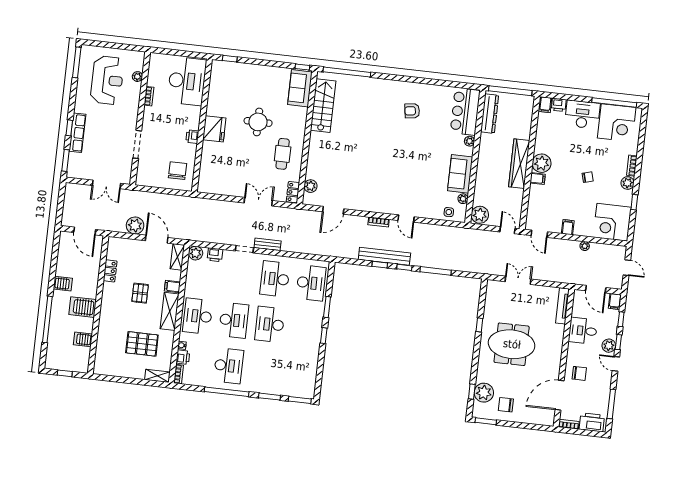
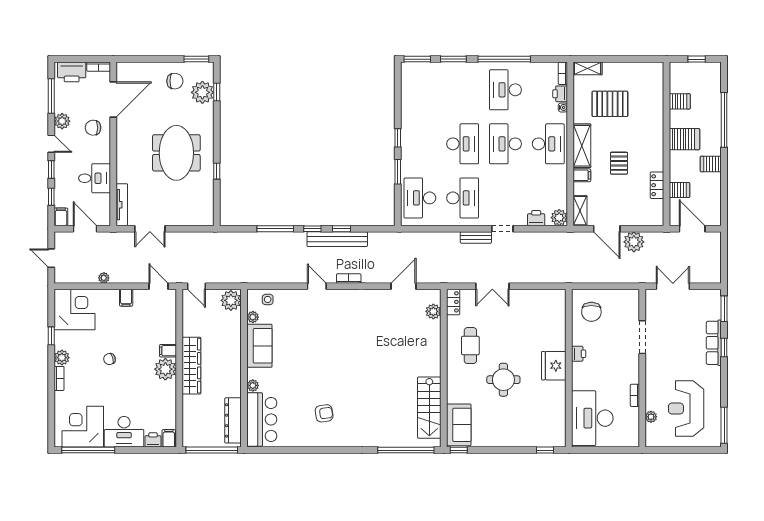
server rack: (92, 265) -> (680, 190), added
double door: (518, 280) -> (150, 229), moved
meeting table: (512, 344) -> (176, 153), turned 90
plant: (609, 346) -> (62, 121), moved

